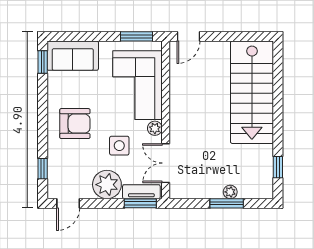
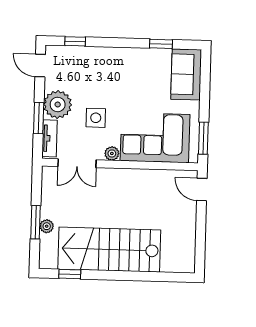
window: (43, 62) -> (161, 44), moved
stairs: (252, 92) -> (109, 250), moved
armchair: (75, 124) -> (119, 75), removed
double door: (166, 163) -> (77, 163), swing flipped
window: (140, 203) -> (39, 118), moved

